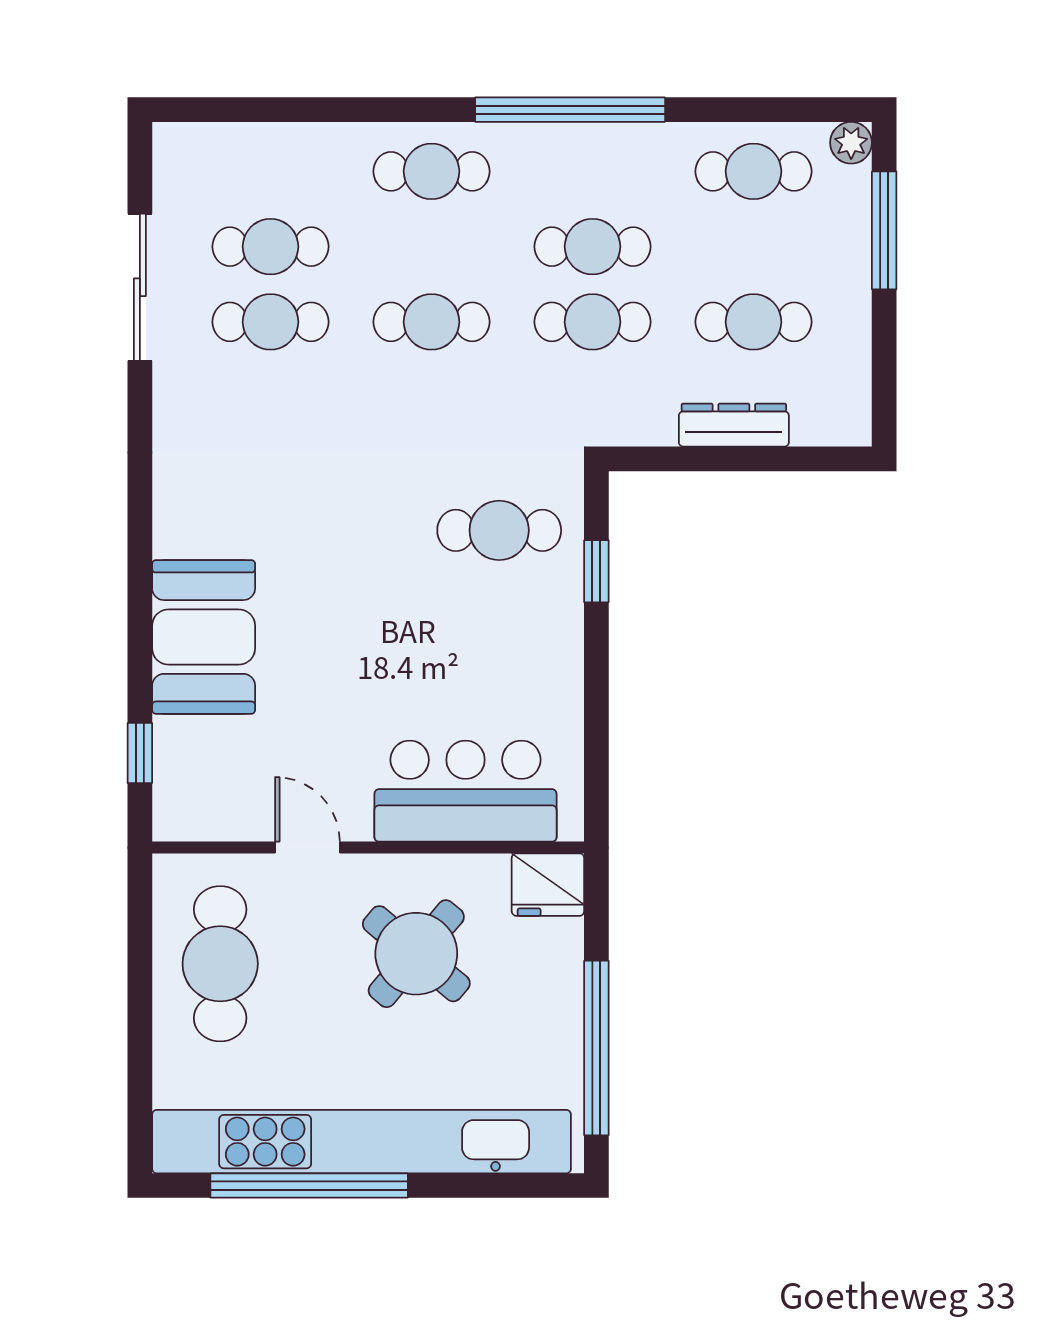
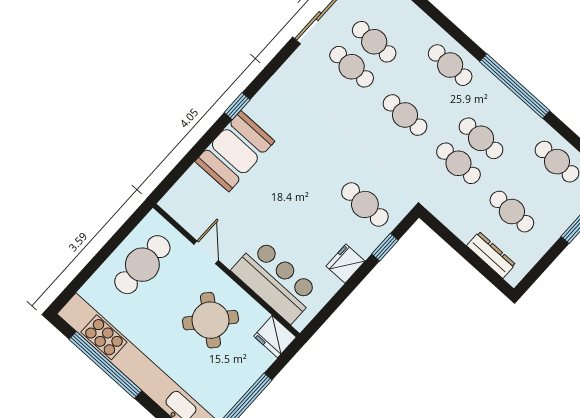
dresser: (734, 425) -> (491, 255), moved
fridge: (555, 658) -> (345, 264), added
window: (140, 753) -> (237, 106), moved

